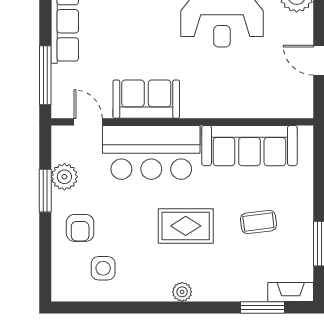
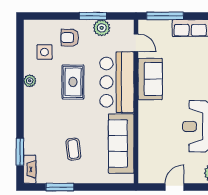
door: (88, 122) -> (136, 43), hinge flipped
rug: (186, 226) -> (73, 82), moved
plant: (182, 292) -> (30, 81), moved

